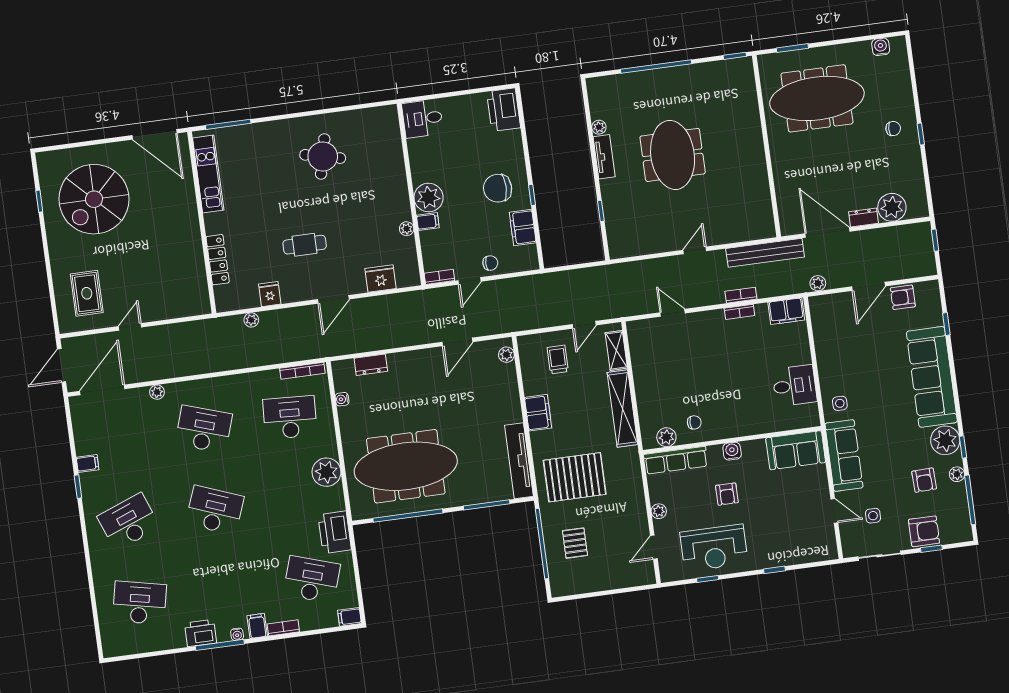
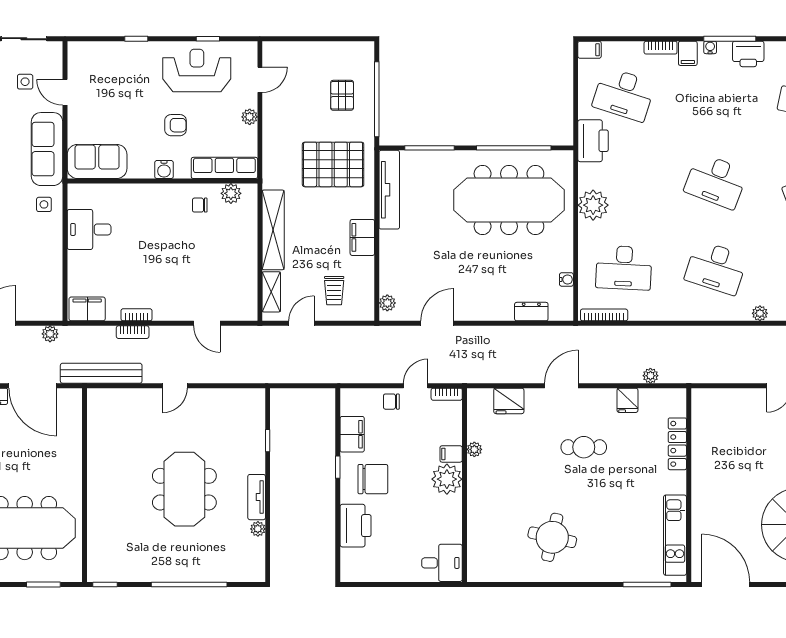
printer: (504, 110) -> (356, 526), moved
armchair: (727, 494) -> (176, 125), turned 90

